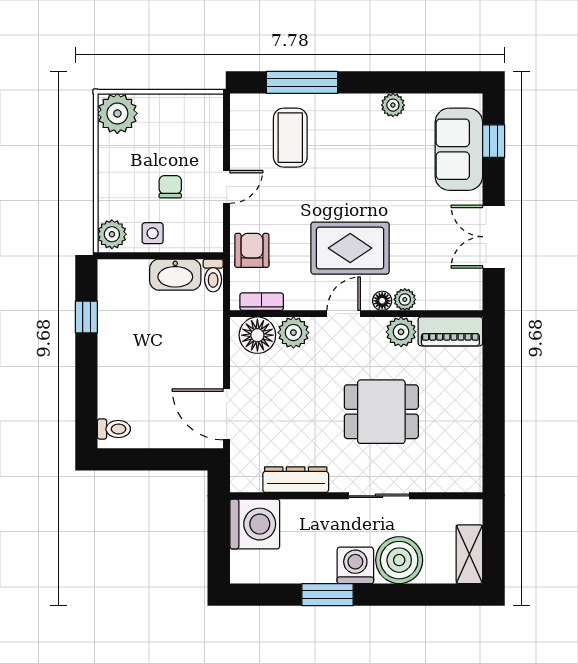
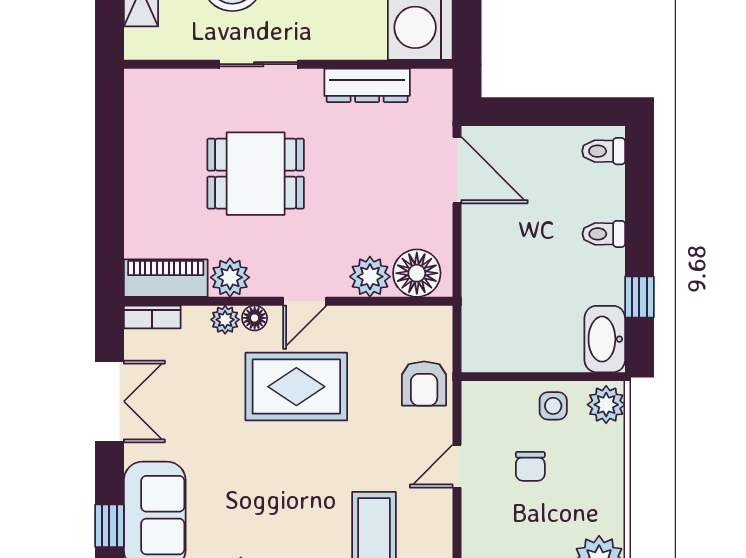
washbasin: (175, 275) -> (605, 339), moved, turned -90
toilet: (213, 275) -> (604, 234), moved, turned -90
bookcase: (262, 302) -> (152, 317), moved

